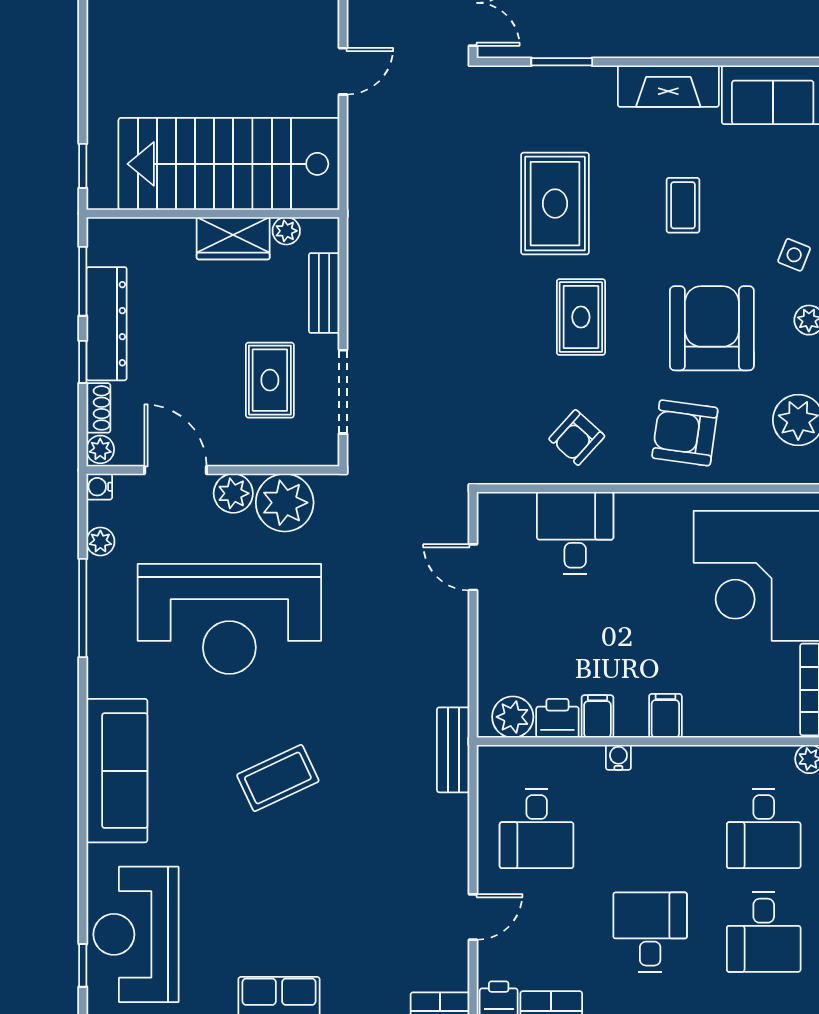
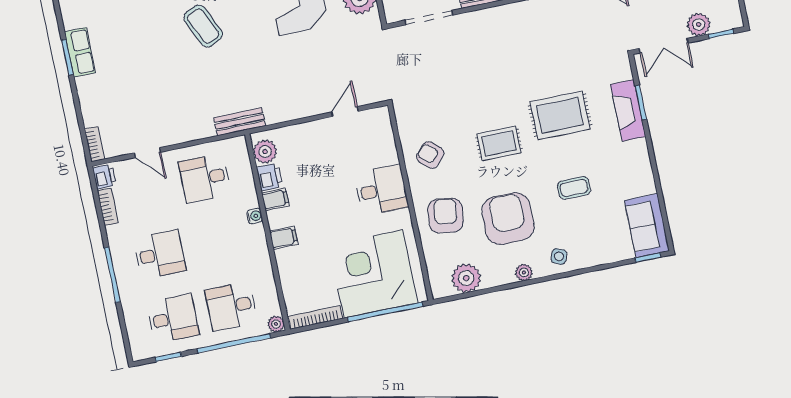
fireplace: (668, 86) -> (628, 110), moved
armchair: (712, 328) -> (508, 219), turned -90
desk: (575, 533) -> (381, 190), moved
desk: (764, 932) -> (173, 318), turned 180

